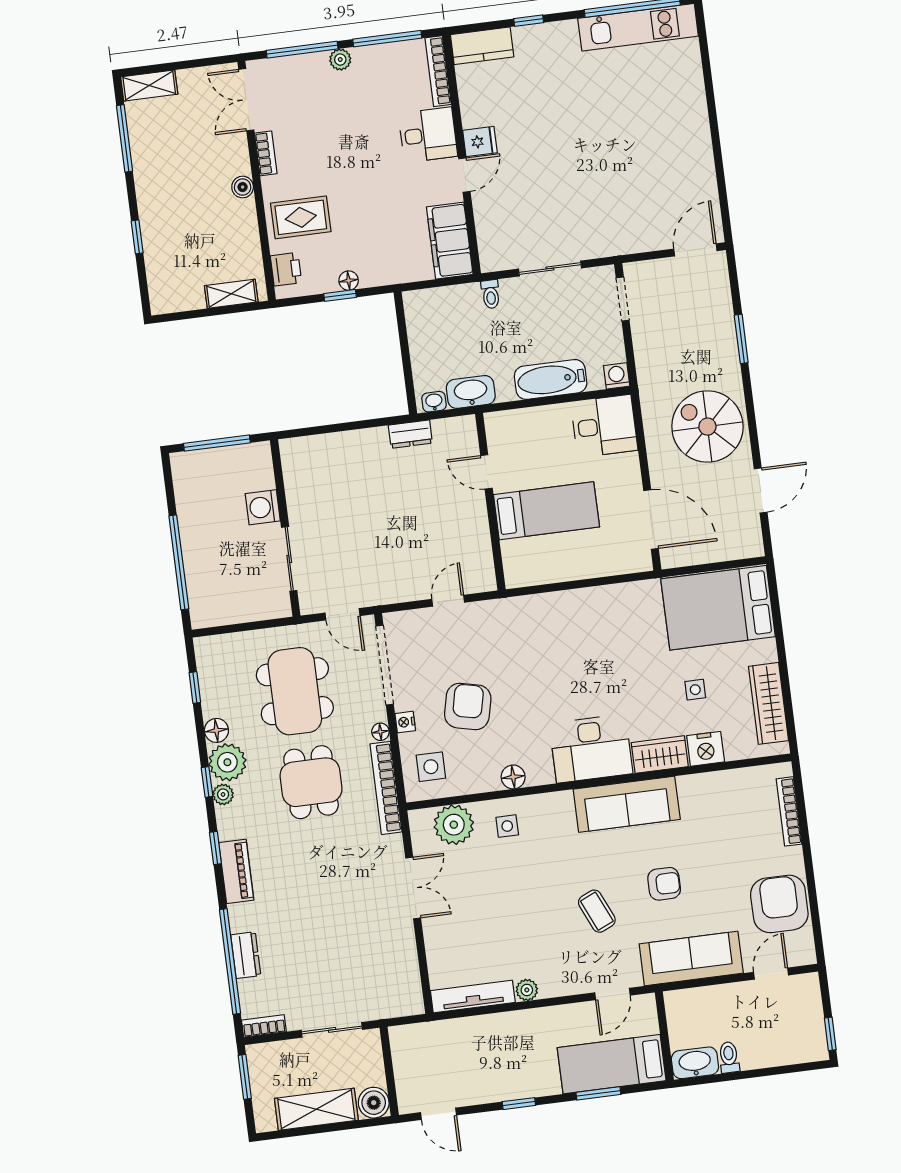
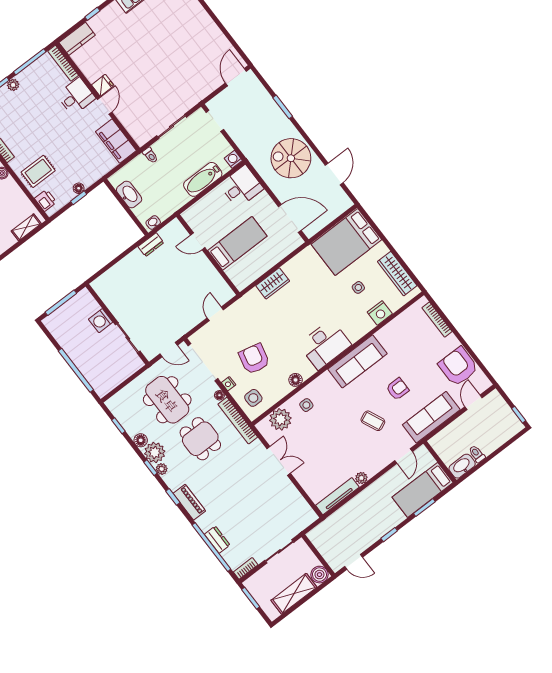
washbasin: (471, 392) -> (129, 194), moved, turned 90
wardrobe: (660, 755) -> (273, 283), moved, turned 180

